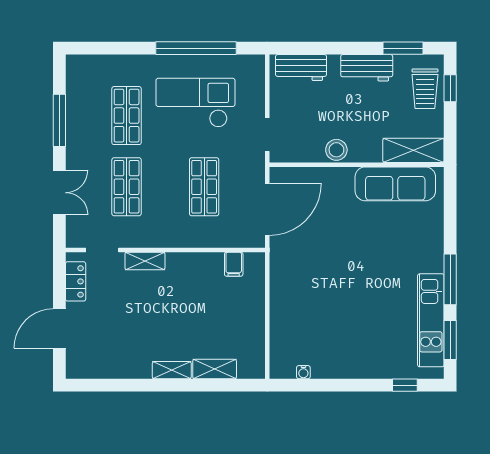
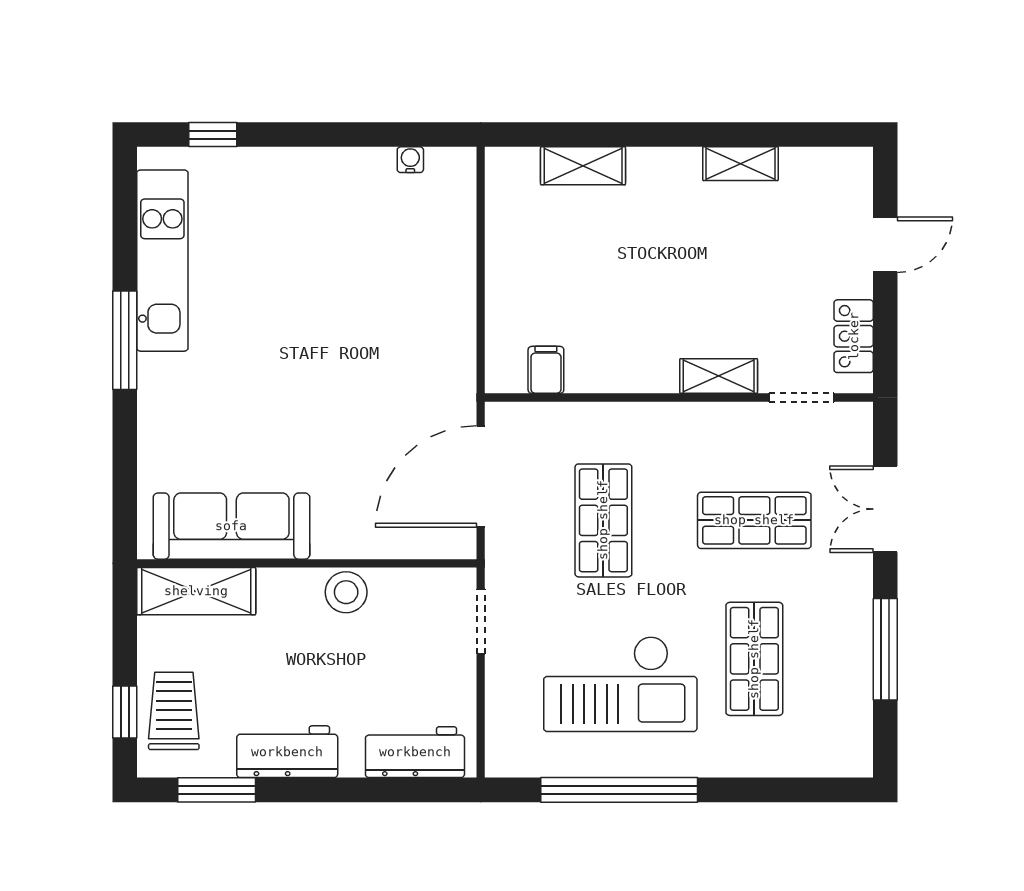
shop shelf: (127, 187) -> (754, 520), turned 90
door: (59, 328) -> (885, 245), width x0.73
window: (450, 340) -> (125, 222), removed
shelving: (172, 370) -> (740, 164), moved

